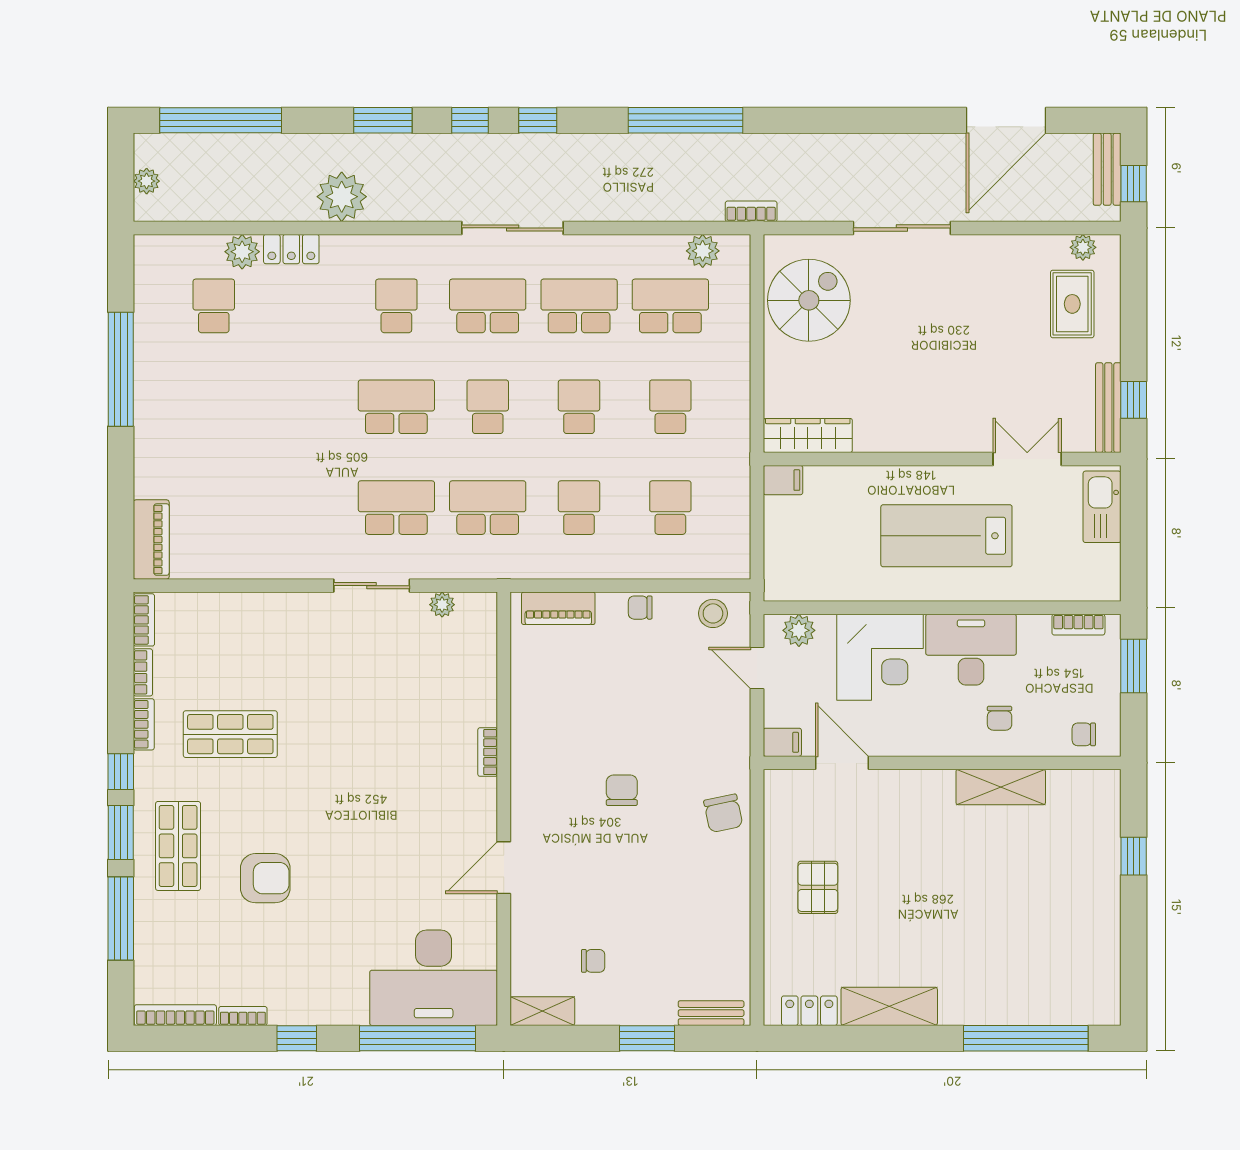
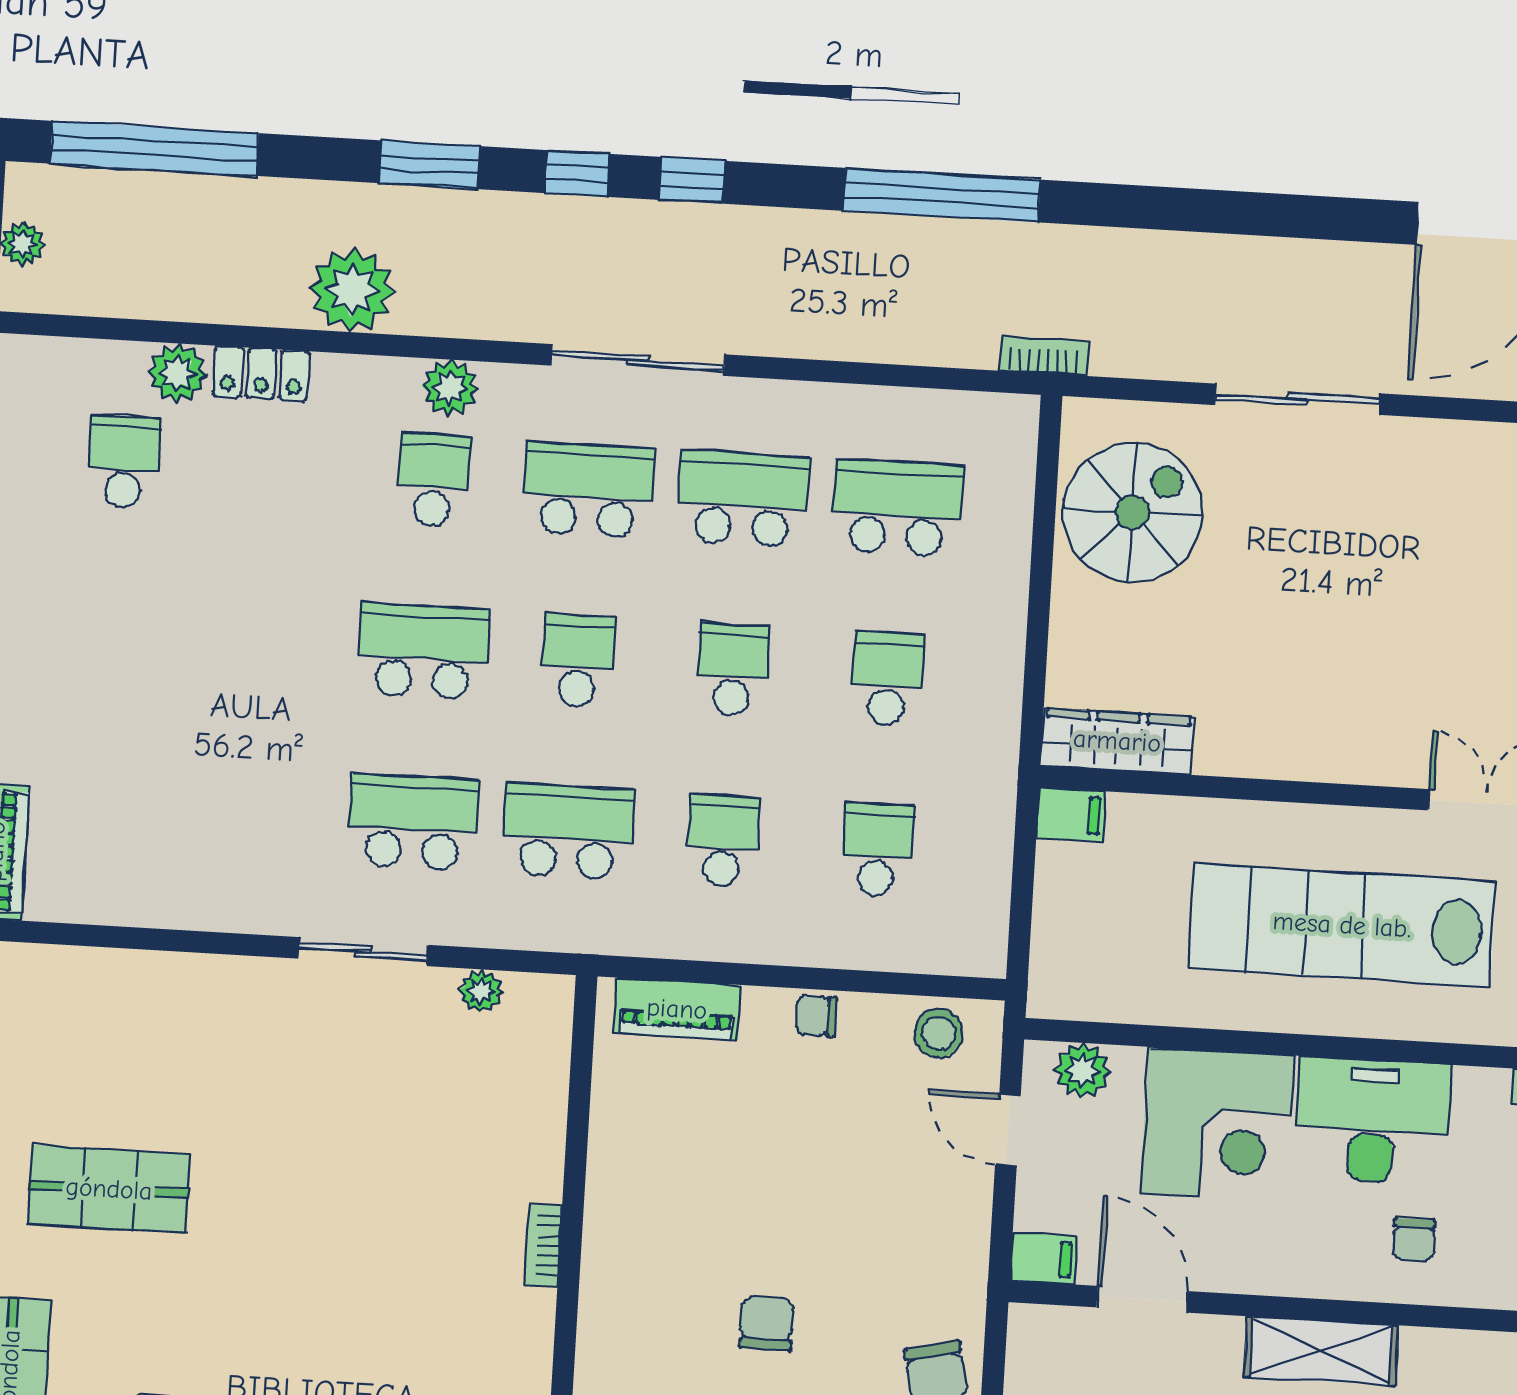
plant: (703, 251) -> (450, 388), moved
lab bench: (946, 536) -> (1342, 925), width x1.36
shelving: (1001, 787) -> (1321, 1351), moved

